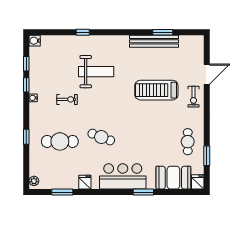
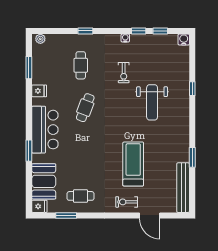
window: (163, 32) -> (192, 157), moved
bench: (154, 41) -> (183, 188), moved
cafe table: (60, 141) -> (81, 65), width x0.73, depth x0.74

